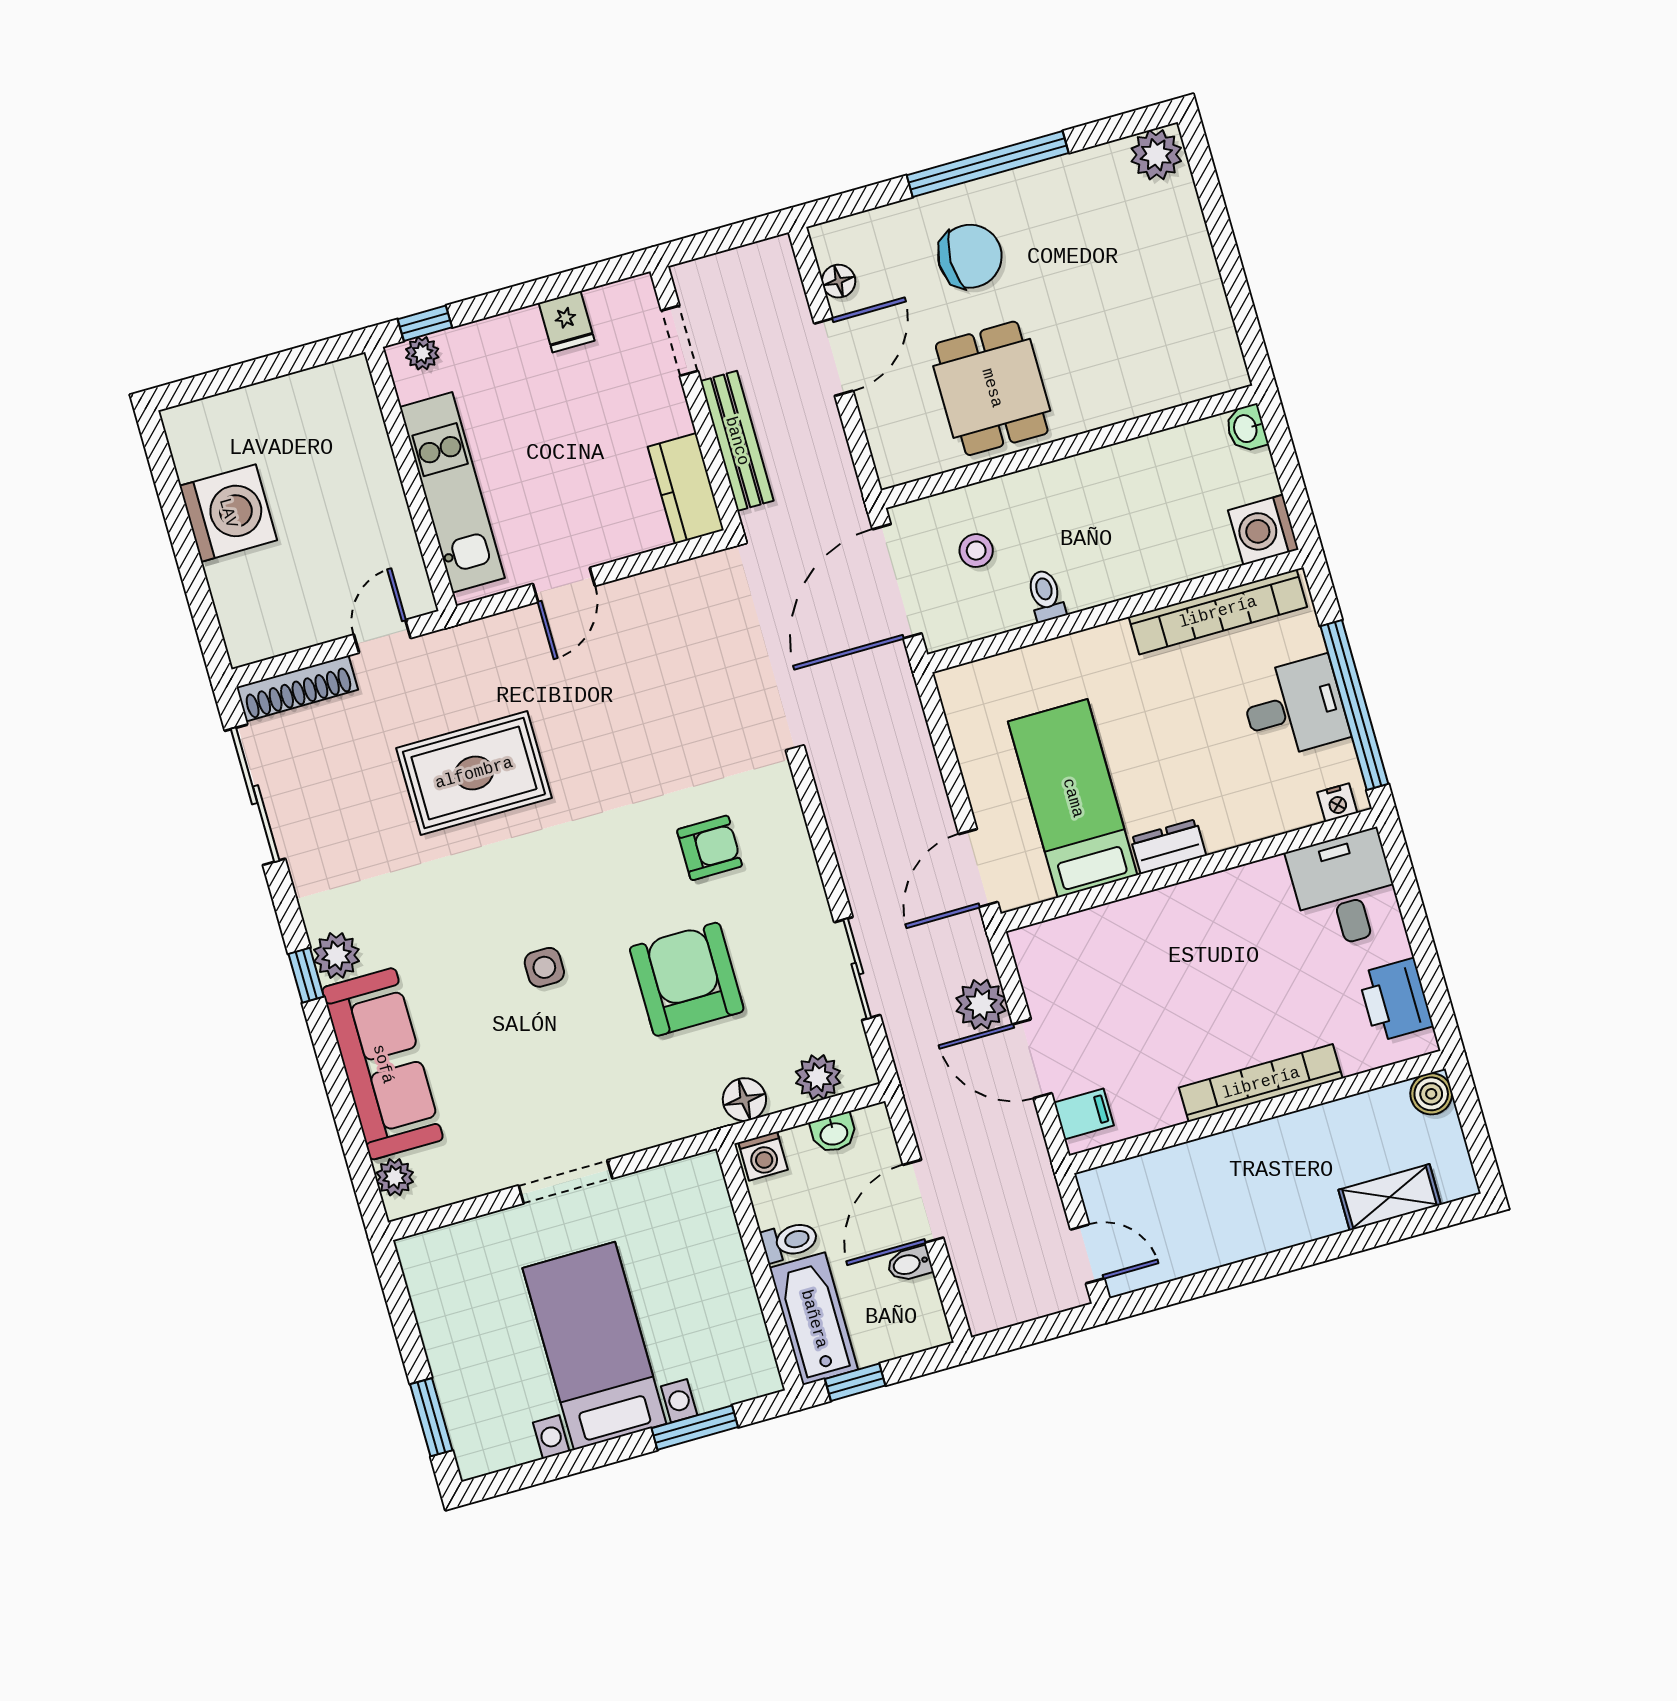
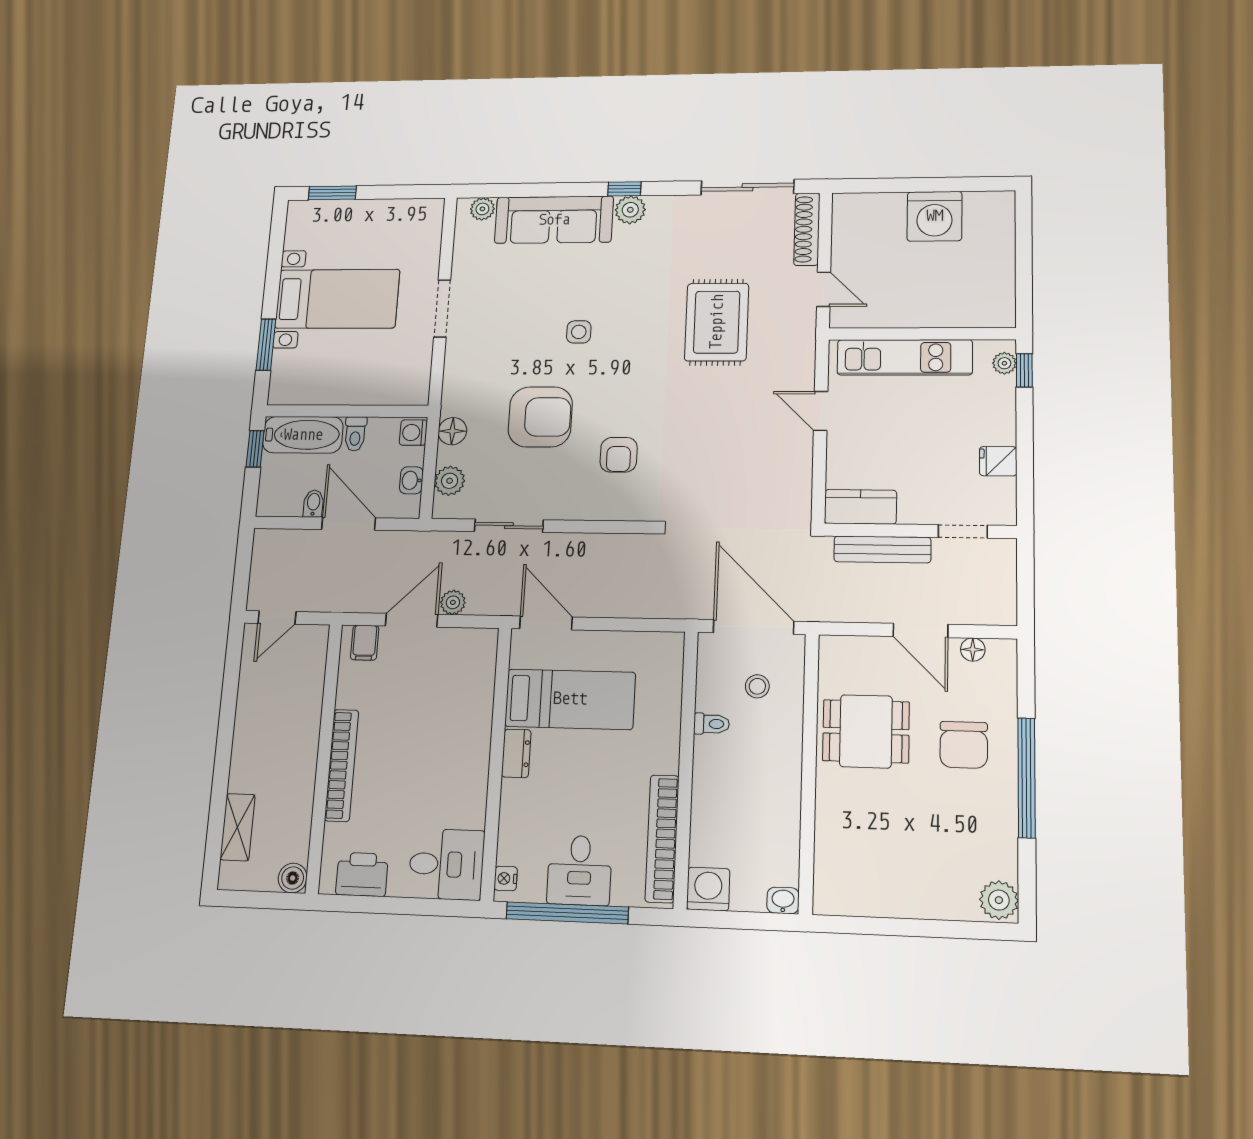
plant: (981, 1004) -> (453, 602), width x0.73, depth x0.73

